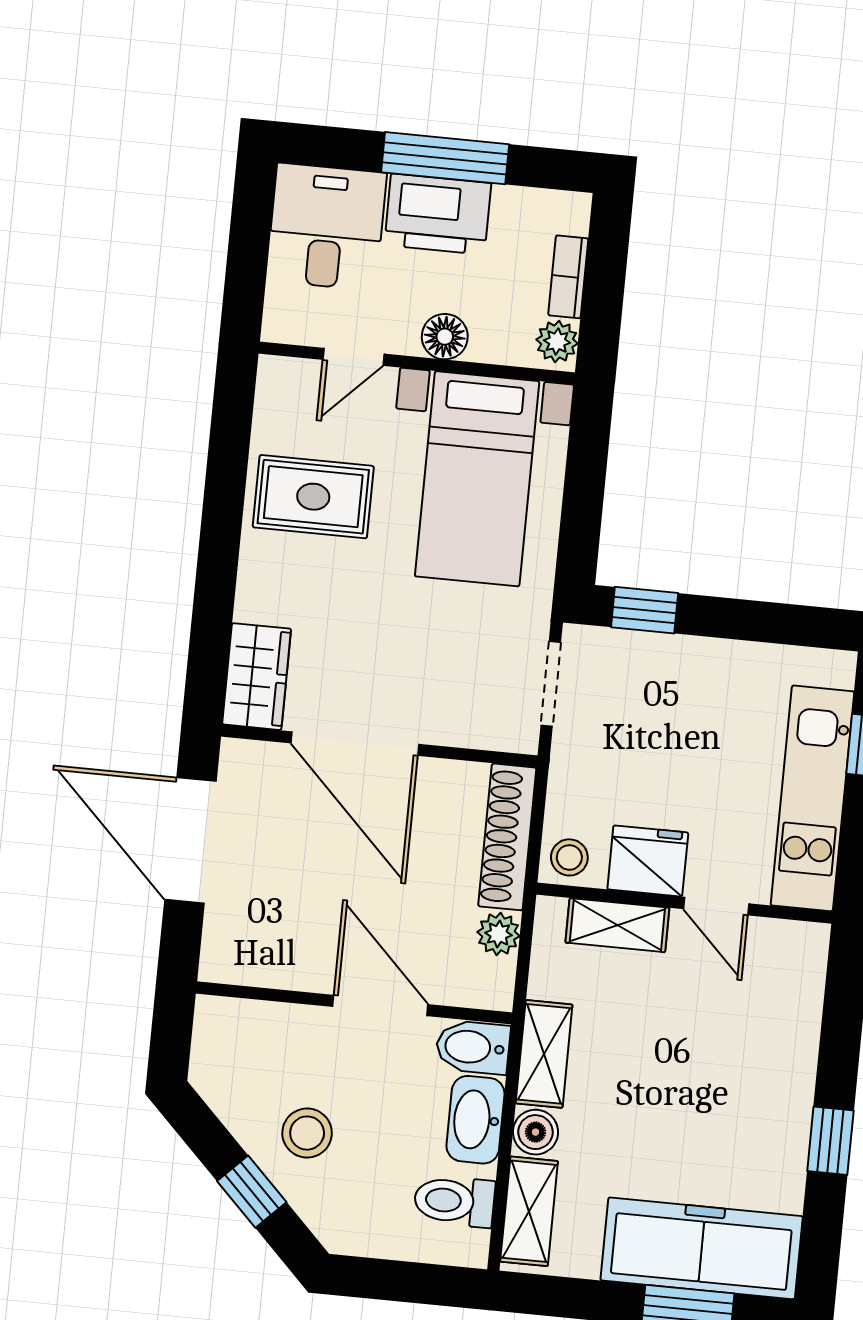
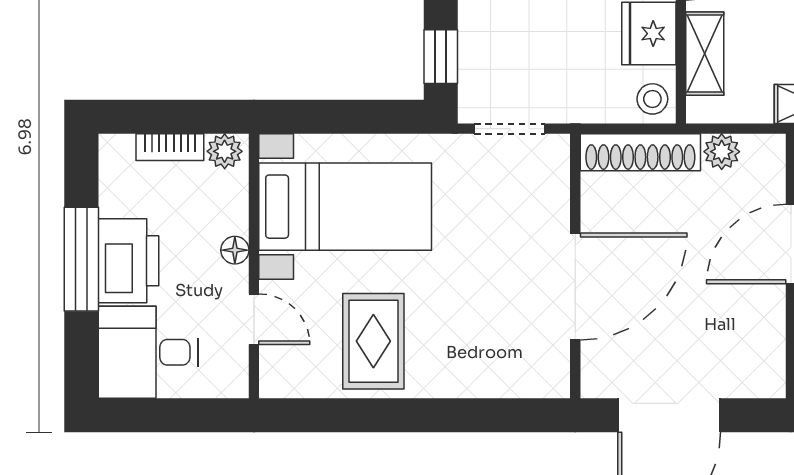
floor lamp: (445, 337) -> (235, 250), width x0.73, depth x0.73
wardrobe: (257, 677) -> (528, 374), removed

